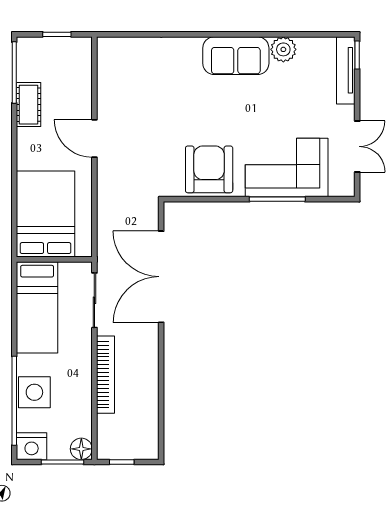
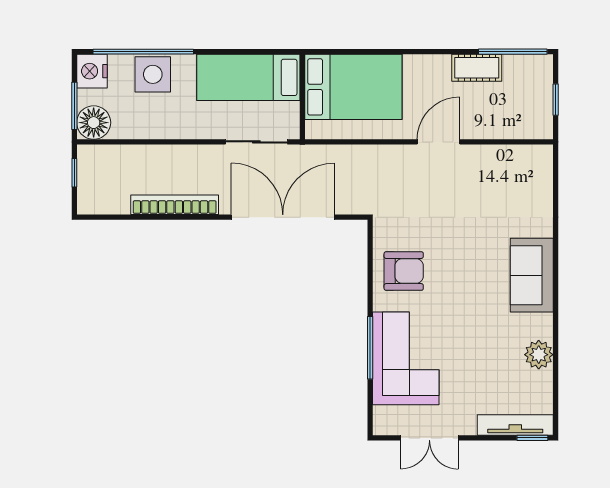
sofa: (236, 56) -> (532, 275), moved
armchair: (209, 169) -> (404, 271), width x0.73, depth x0.73
bookcase: (105, 375) -> (175, 205), moved, turned 180
floor lamp: (81, 449) -> (94, 123), width x1.38, depth x1.38

